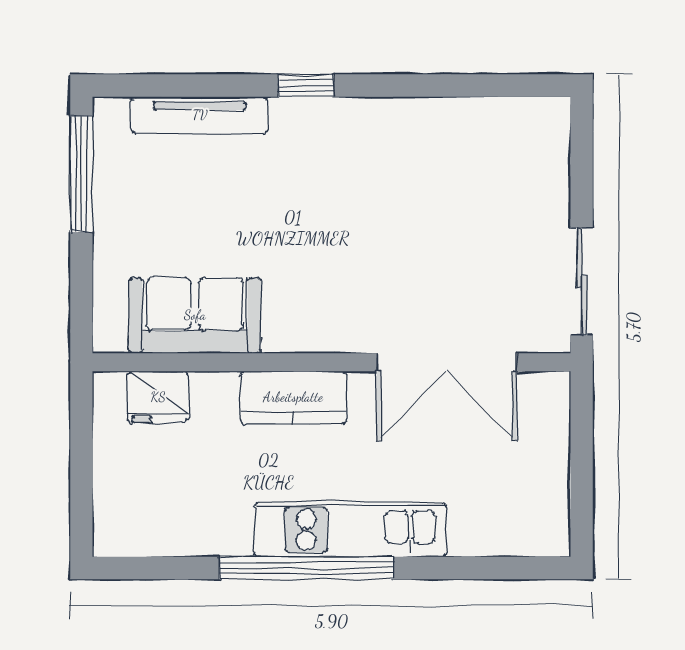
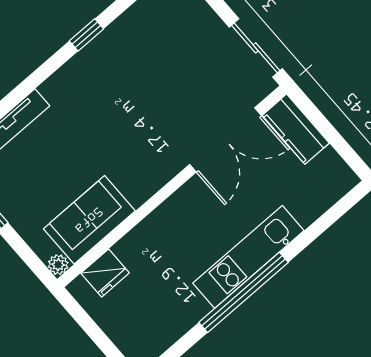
window: (306, 86) -> (86, 35), moved
plant: (109, 337) -> (58, 265), added
kitchen counter: (293, 397) -> (296, 129), moved, turned 90

